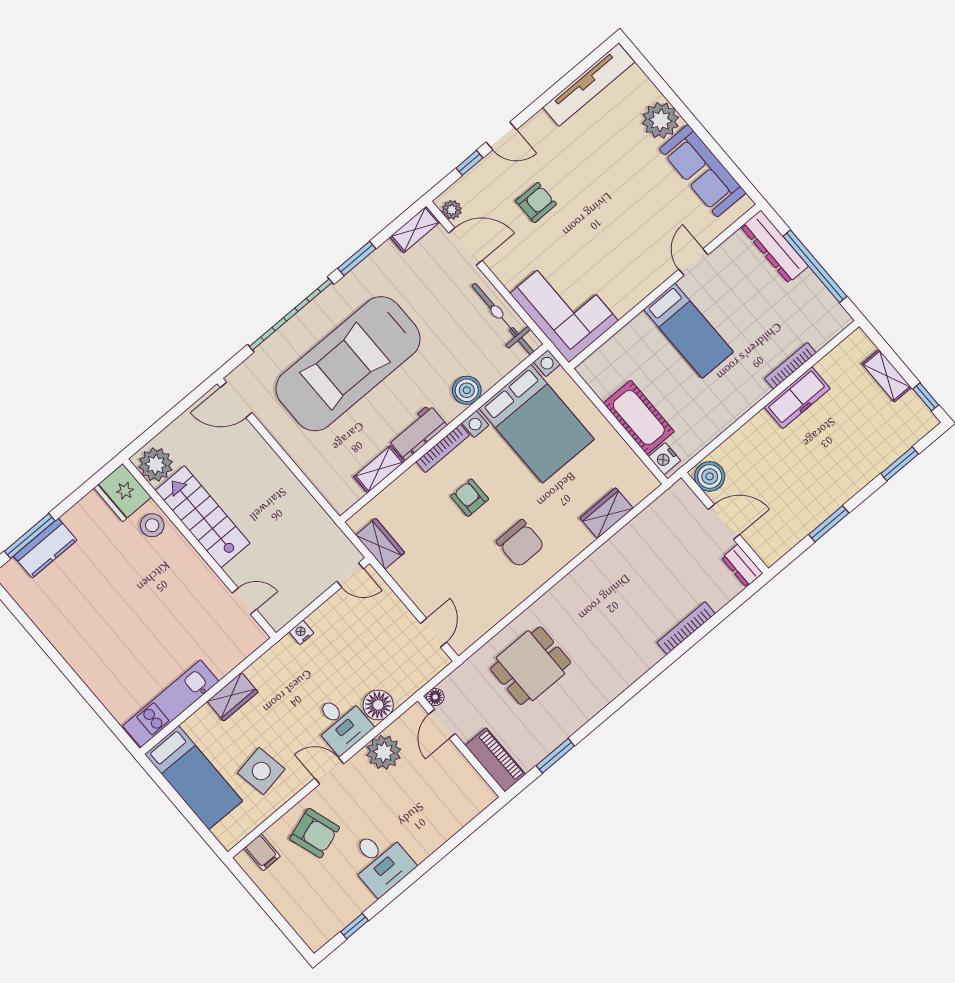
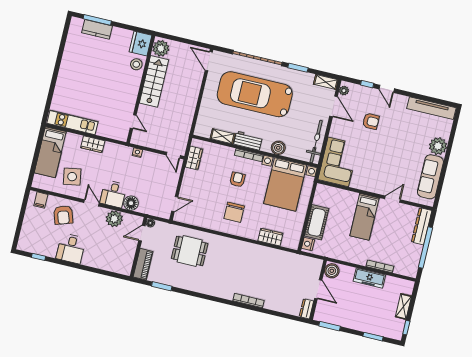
boiler: (710, 476) -> (332, 271), moved
door: (724, 522) -> (318, 289), moved
wall: (725, 523) -> (318, 290), moved
dresser: (742, 566) -> (306, 309), moved

